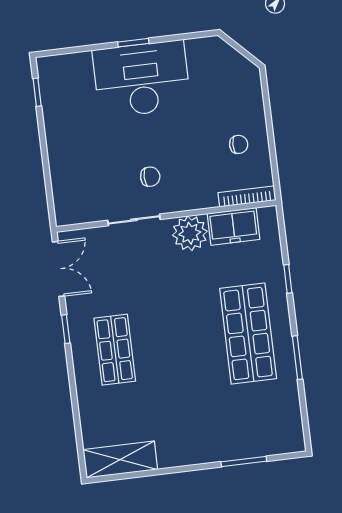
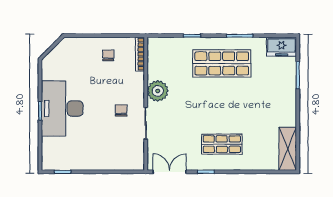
freezer: (233, 226) -> (282, 47), moved, turned 90

